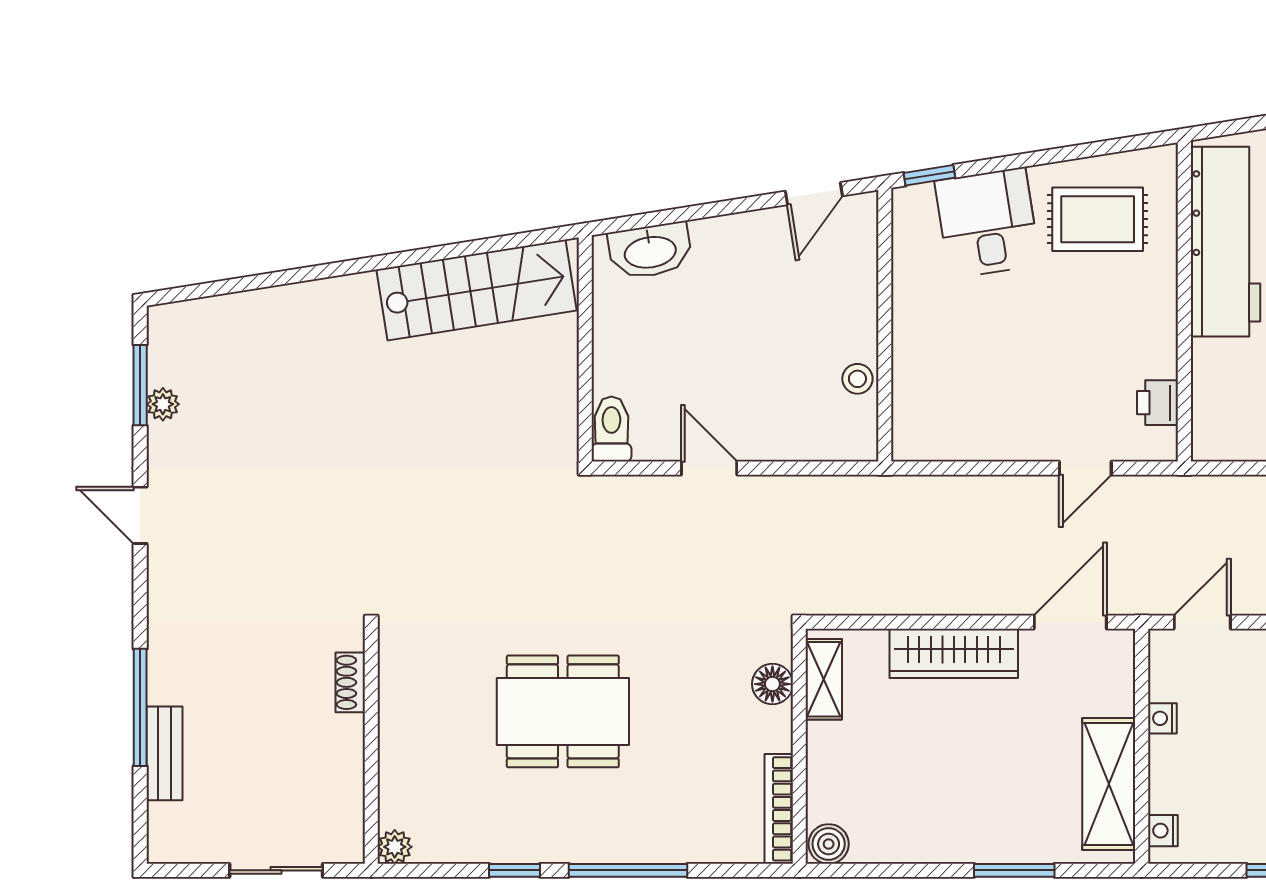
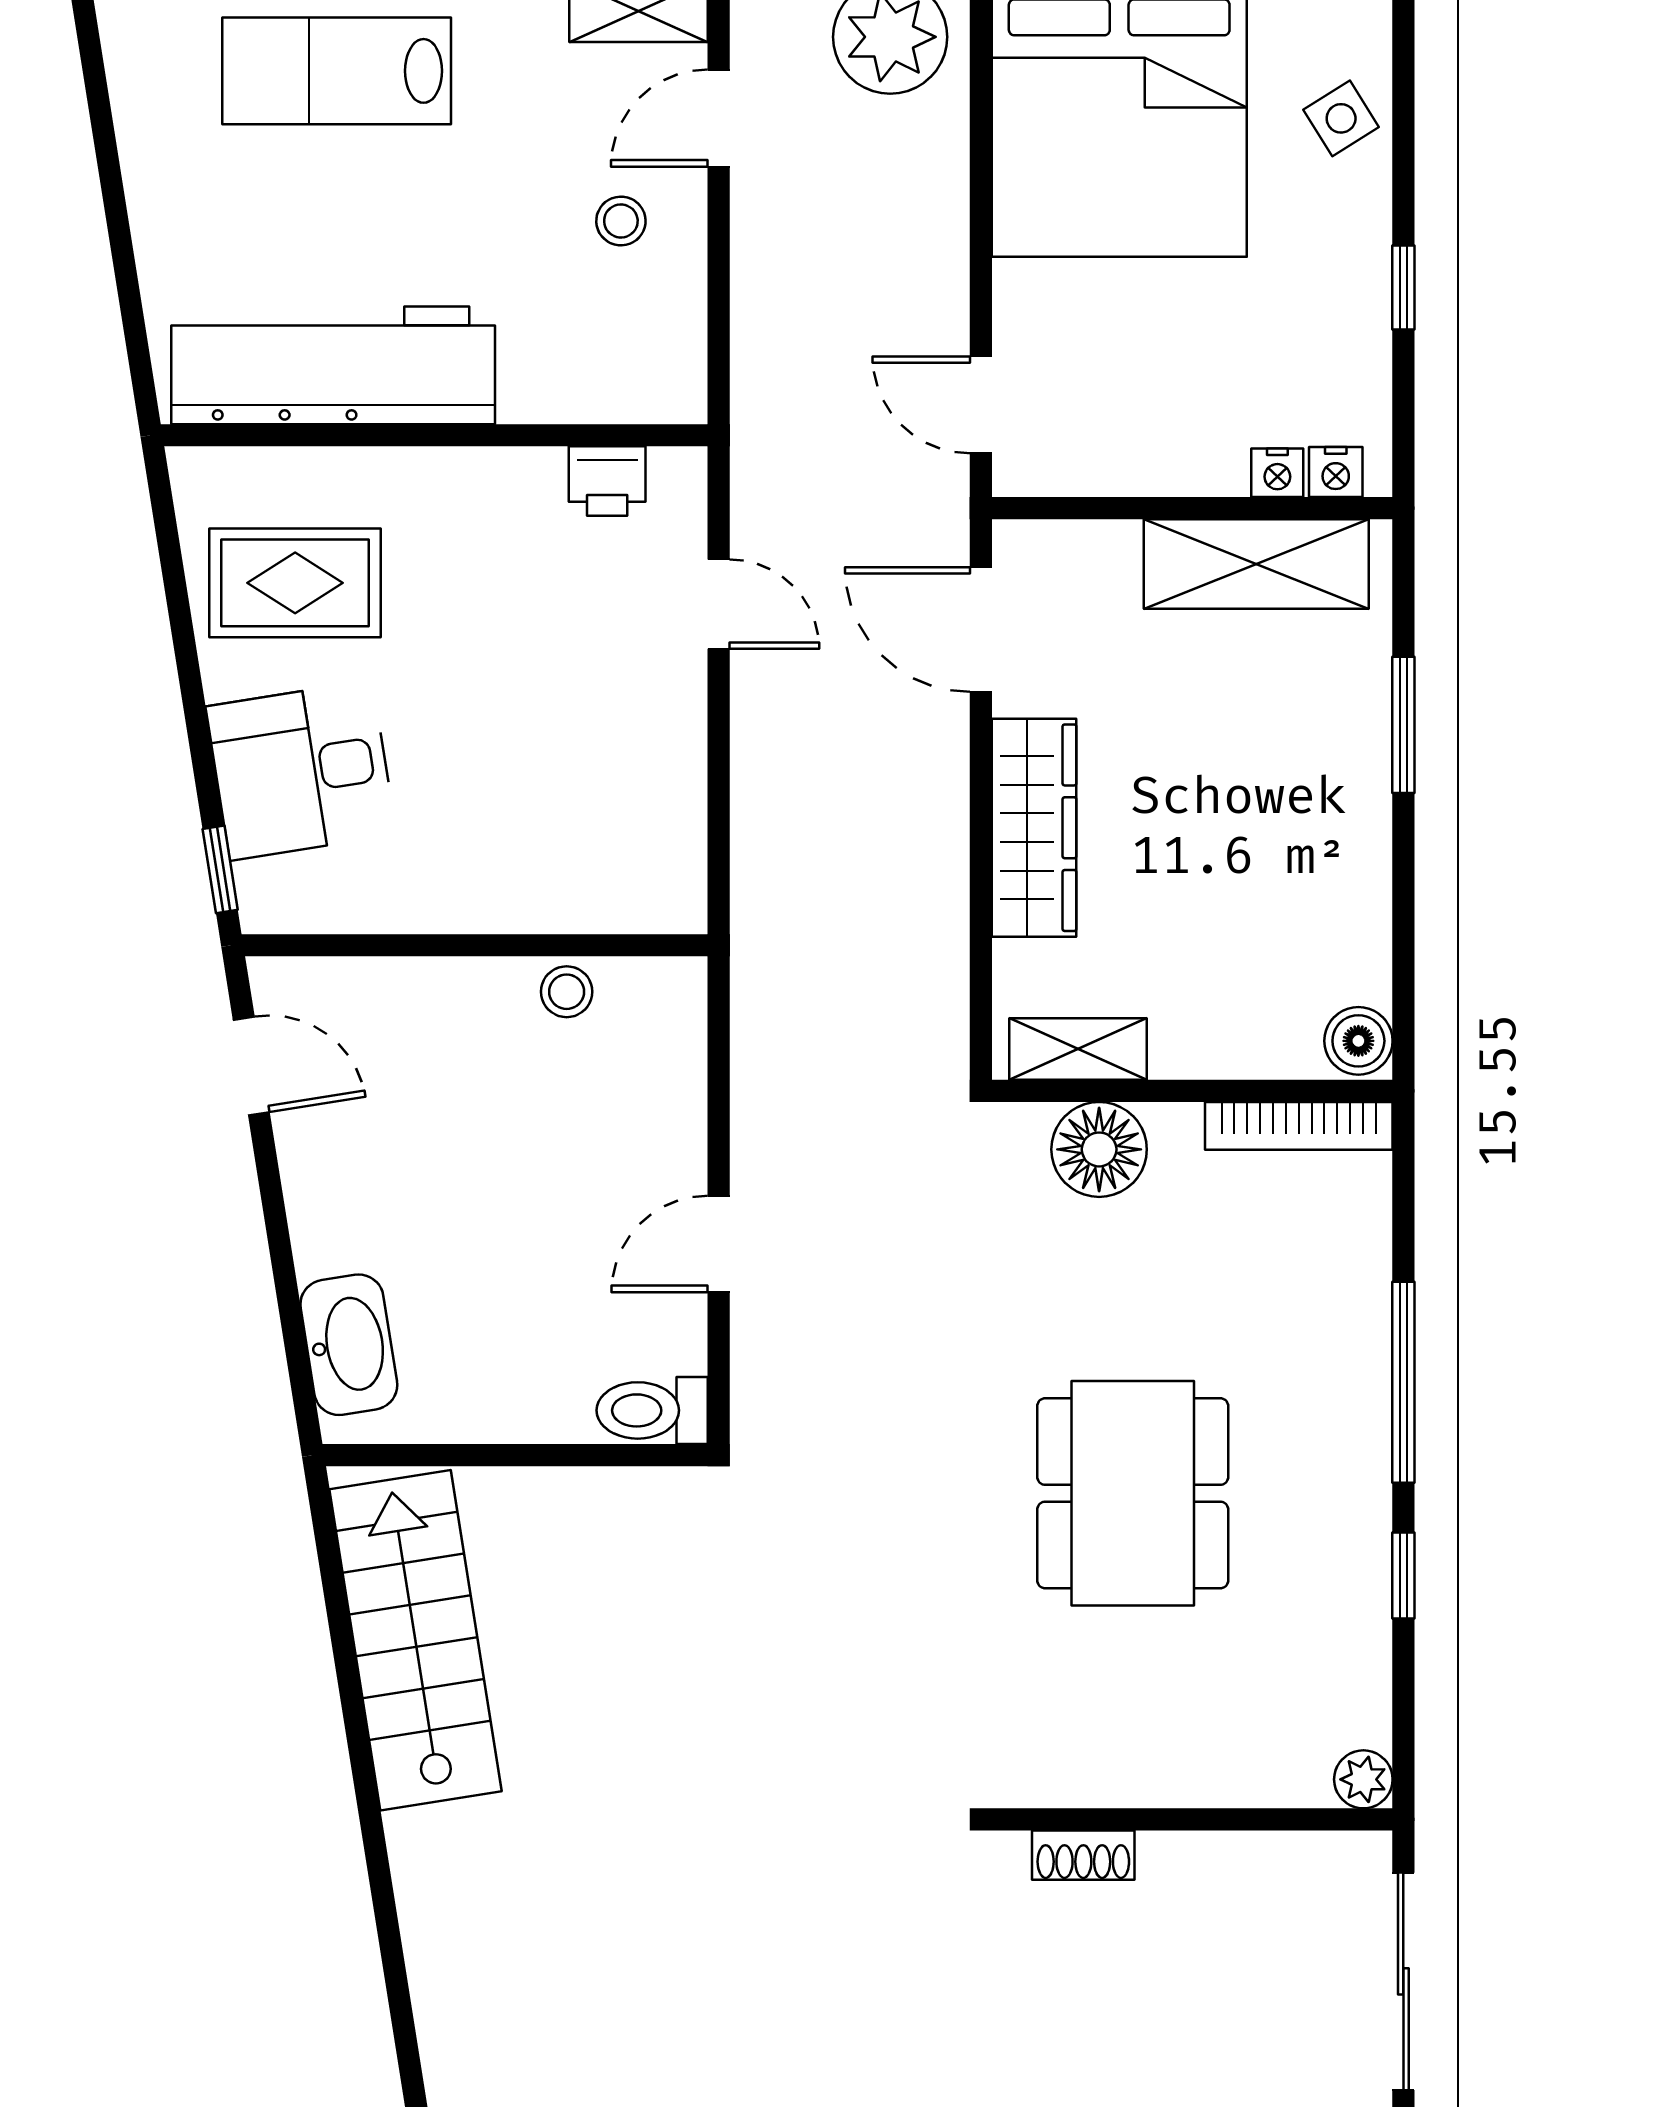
rug: (1098, 219) -> (295, 583), turned 90
floor lamp: (772, 684) -> (1099, 1149), width x1.38, depth x1.38
nightstand: (1162, 718) -> (1277, 473), moved
sliding door: (276, 870) -> (1403, 1981), width x1.37

